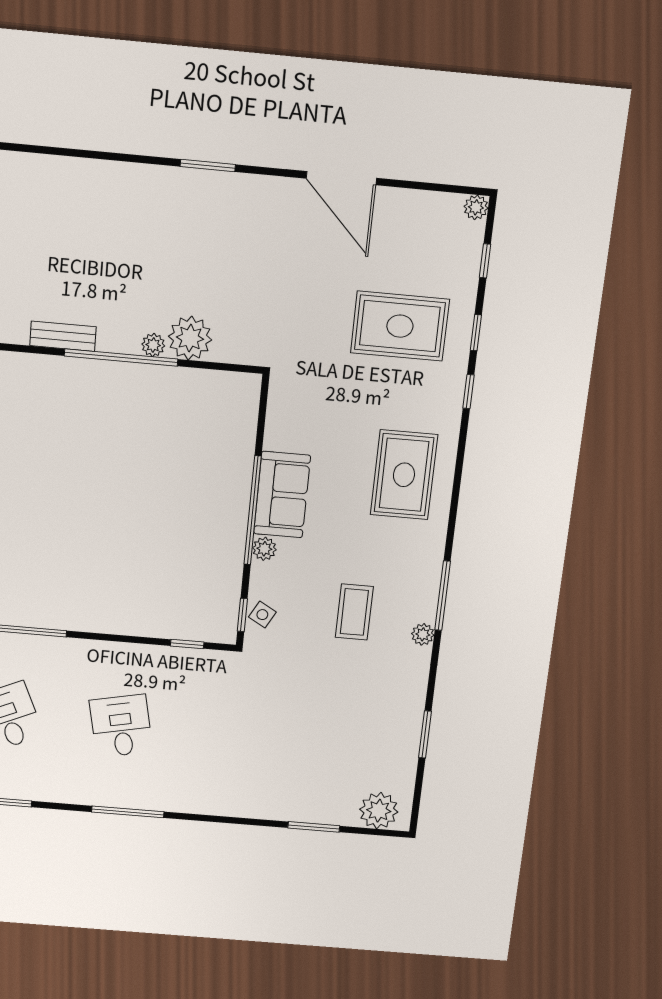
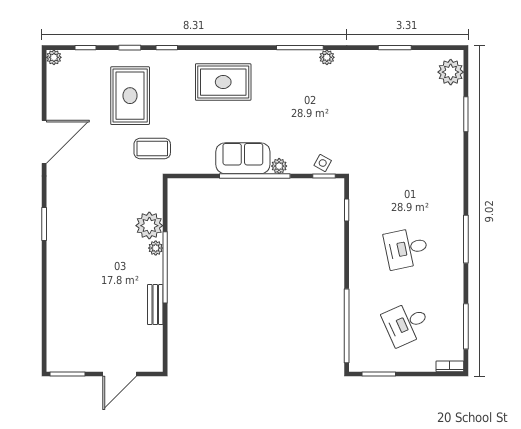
coffee table: (354, 612) -> (152, 148), moved

